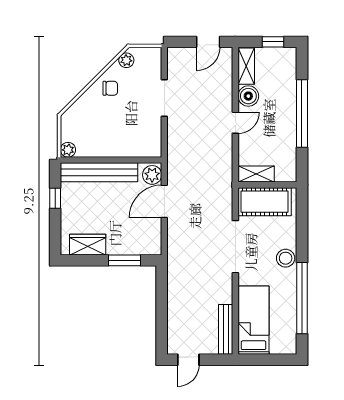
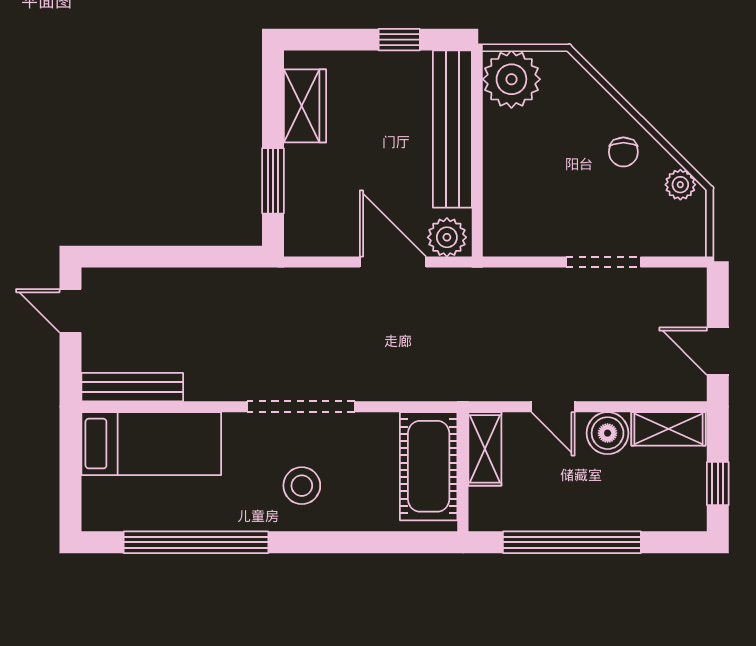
plant: (68, 150) -> (511, 79), width x1.88, depth x1.88
shelving: (256, 174) -> (485, 449), moved
wall: (267, 185) -> (463, 472), moved
cot: (265, 202) -> (429, 466), moved
stool: (286, 258) -> (302, 486), moved

